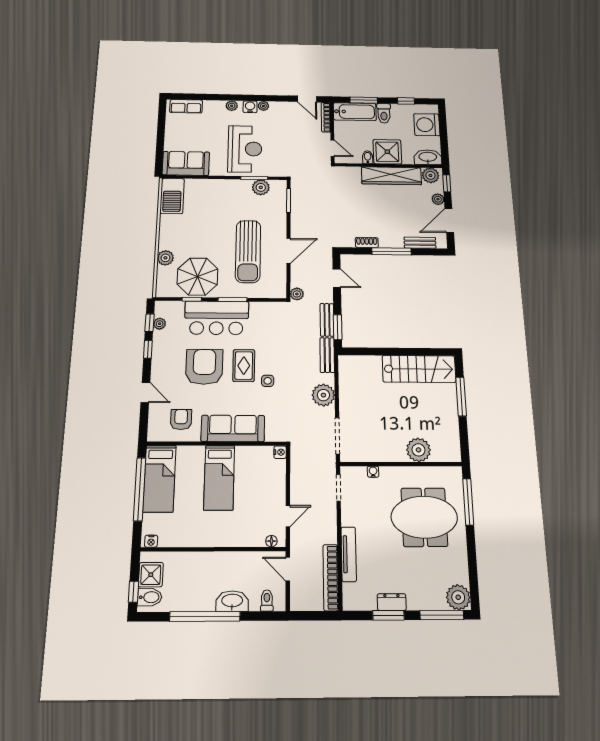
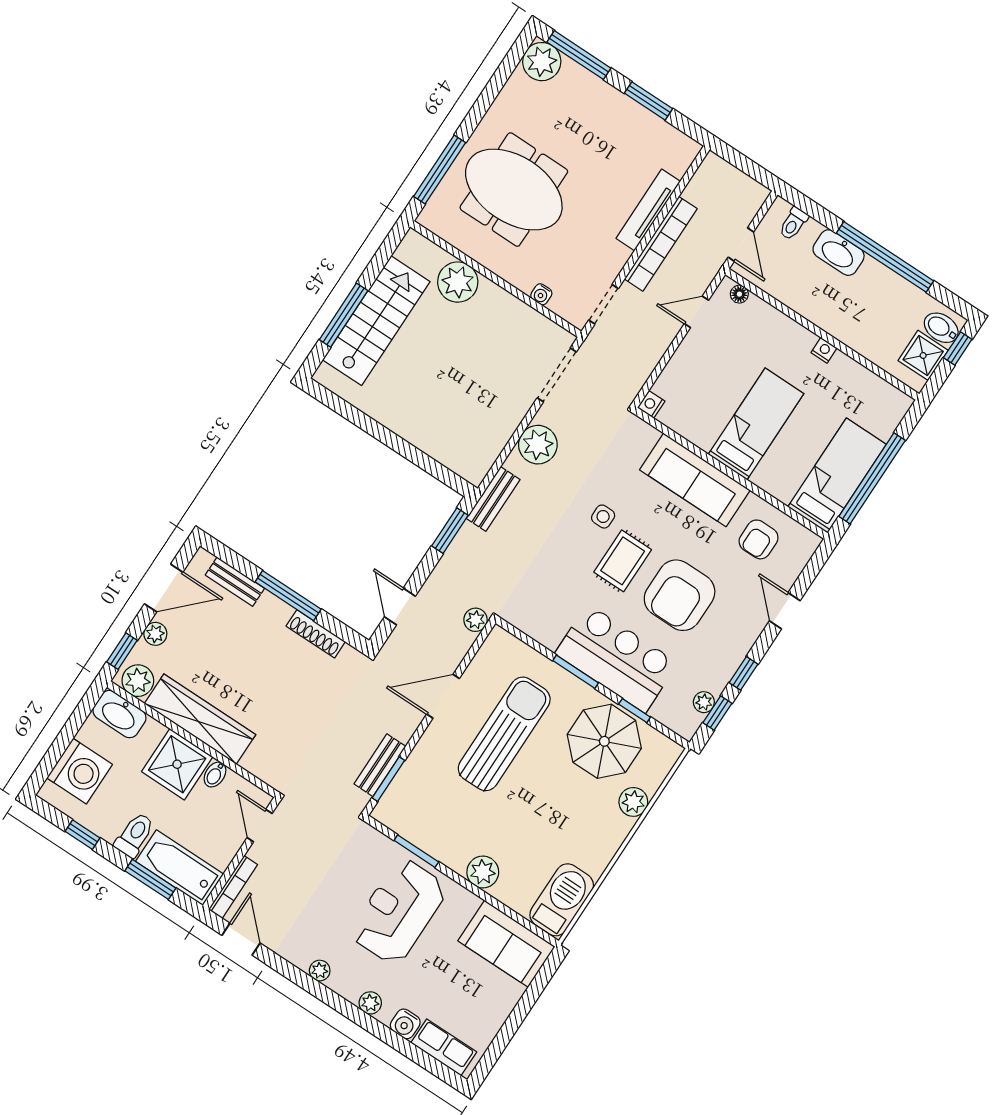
water cooler: (250, 107) -> (405, 1024), moved
plant: (261, 187) -> (483, 872), moved
shoe rack: (367, 242) -> (316, 634), width x1.43
bench: (327, 320) -> (380, 765), moved
stairs: (419, 369) -> (376, 321), moved, turned 90
nightstand: (151, 541) -> (824, 350), moved
bookcase: (331, 577) -> (661, 244), moved
dresser: (392, 602) -> (633, 114), removed

